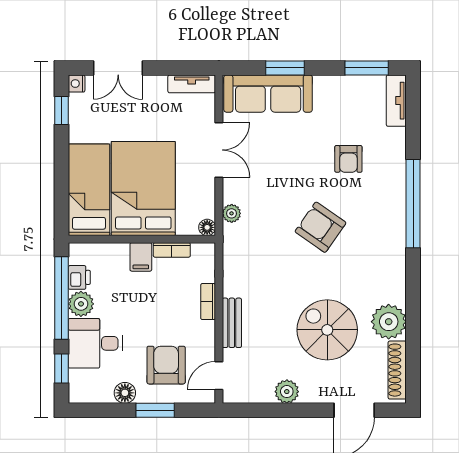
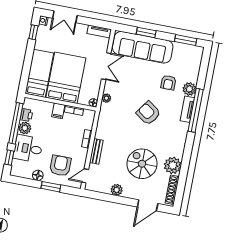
sofa: (268, 94) -> (143, 47), width x1.36, depth x1.27
tv unit: (396, 101) -> (187, 109), moved
plant: (393, 164) -> (189, 89), added

